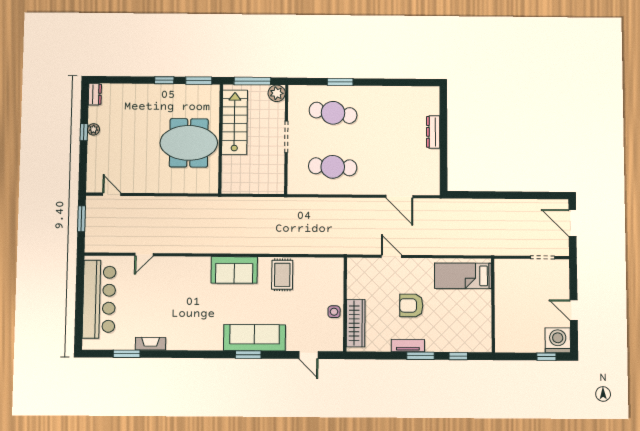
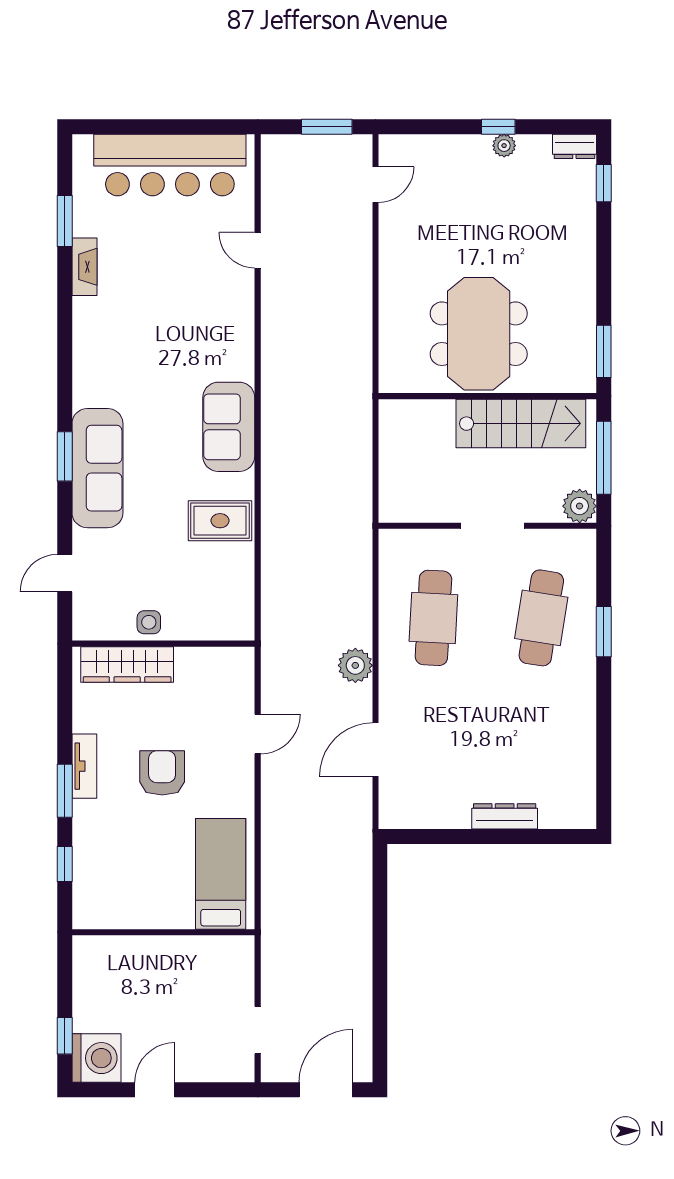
window: (164, 80) -> (604, 183), moved
plant: (357, 206) -> (355, 665), added

